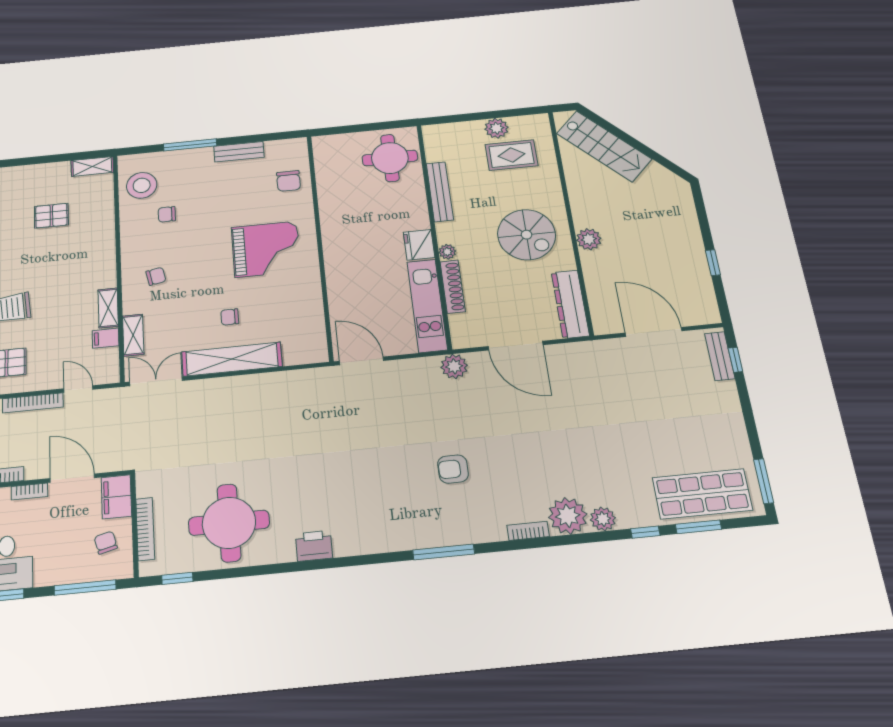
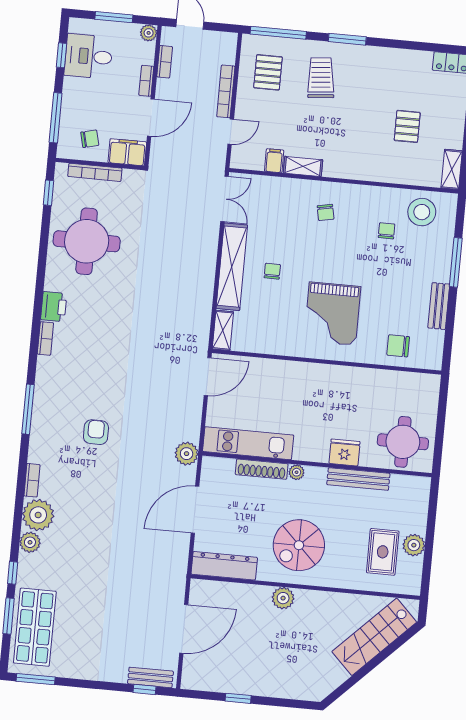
fridge: (419, 245) -> (344, 452), moved
shelving: (133, 335) -> (223, 330), moved, turned 90
bookcase: (354, 548) -> (45, 338), added

